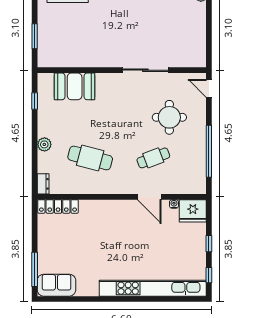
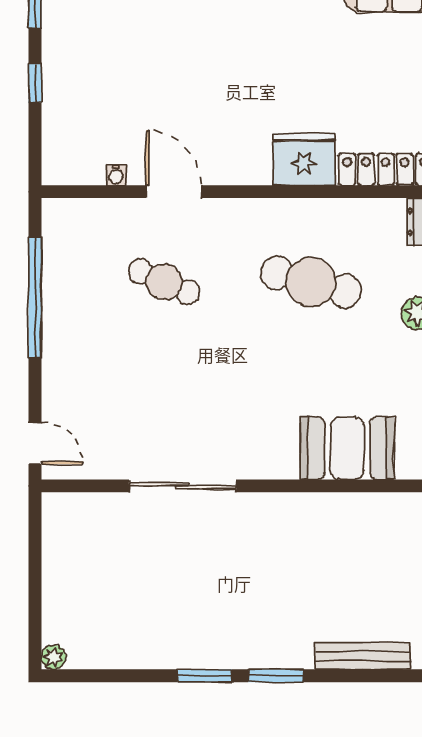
round table: (169, 117) -> (127, 376), removed
cafe table: (153, 158) -> (164, 282), turned 45
fridge: (193, 211) -> (304, 159), moved

